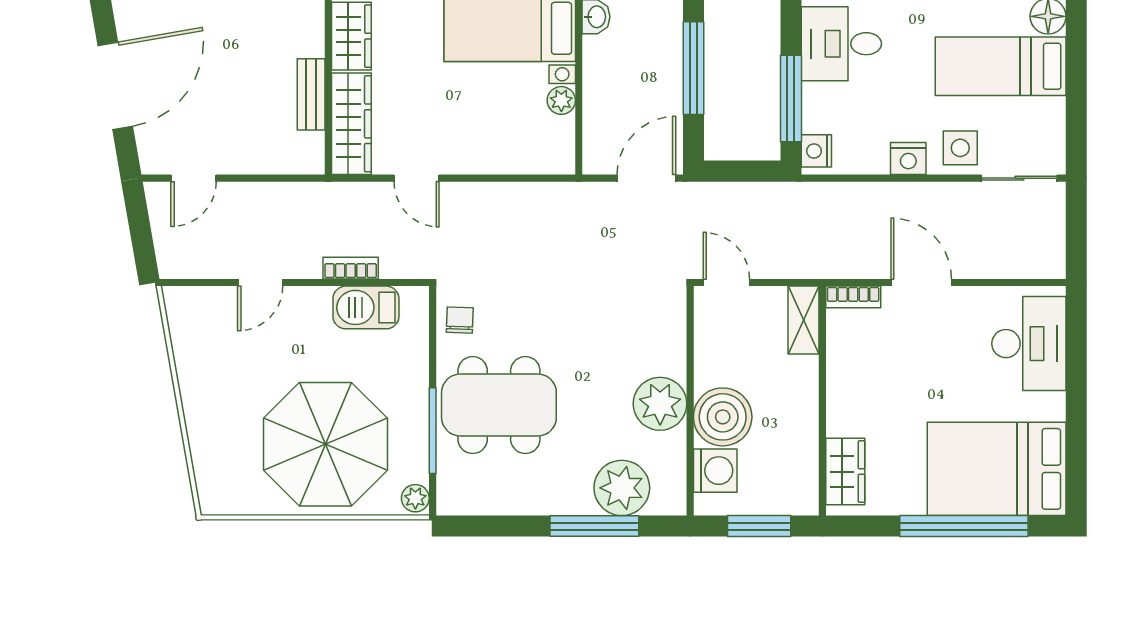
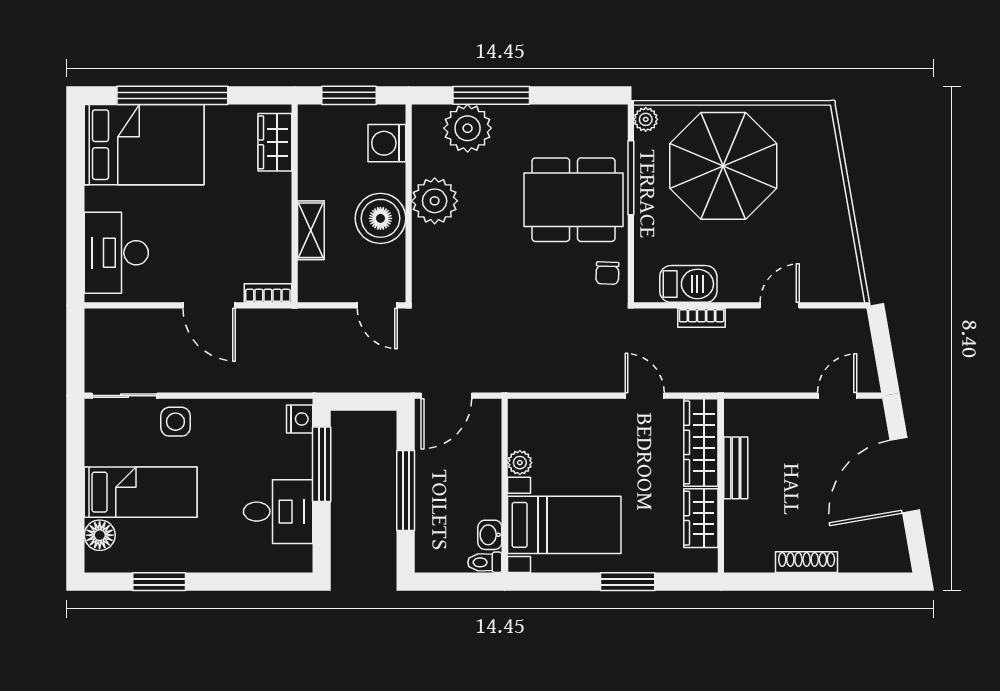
nightstand: (908, 159) -> (220, 412), removed
shelving: (803, 320) -> (311, 230), moved
boiler: (723, 417) -> (380, 218), moved

